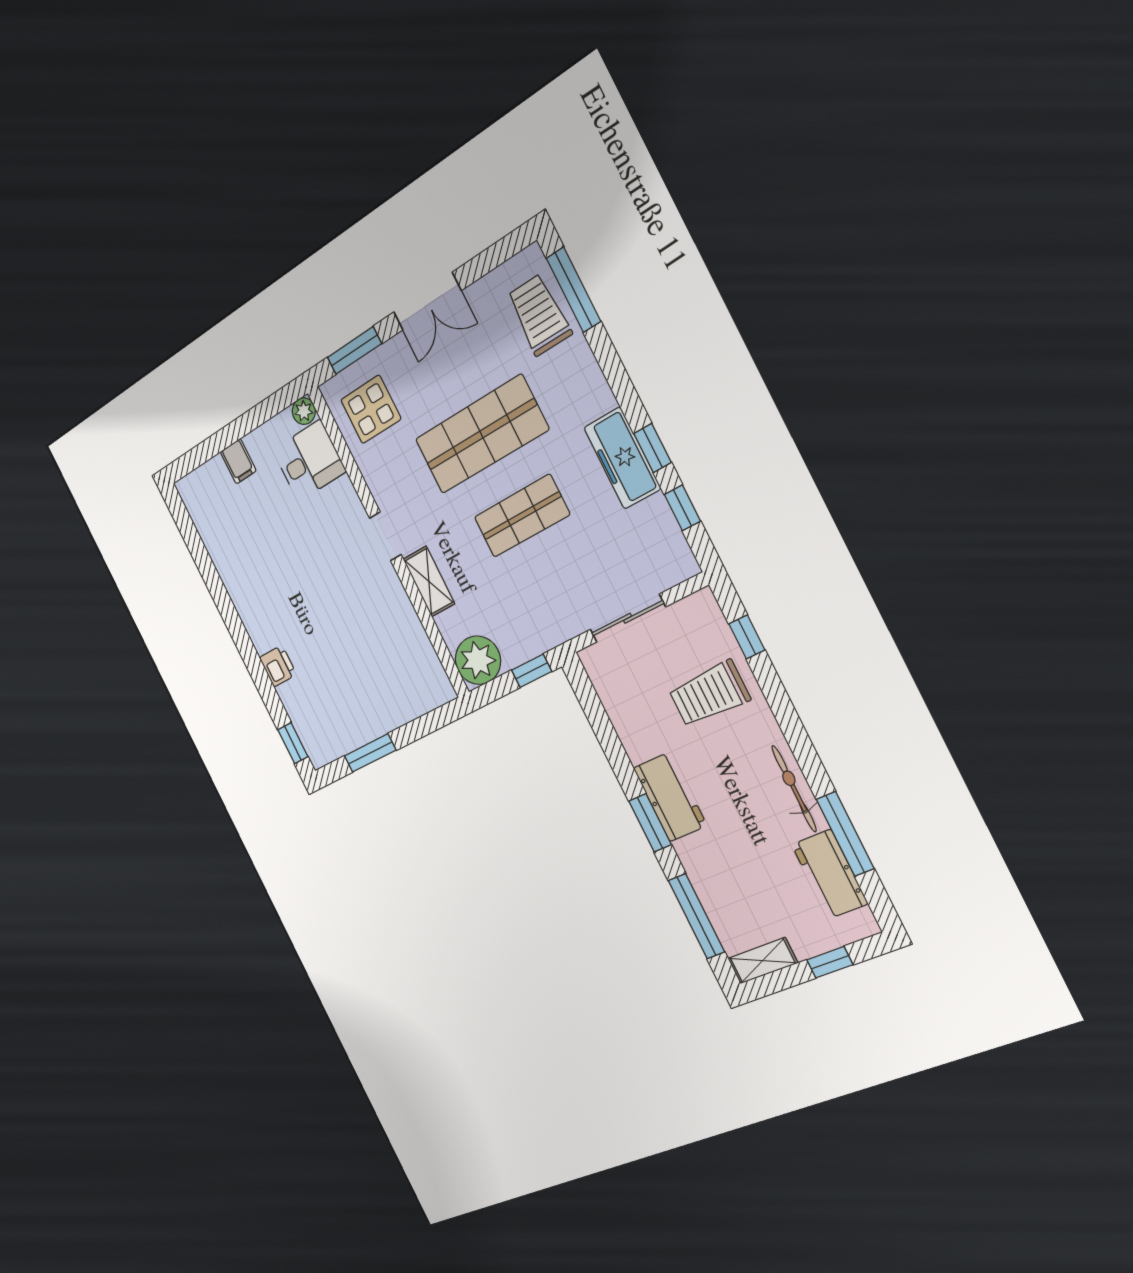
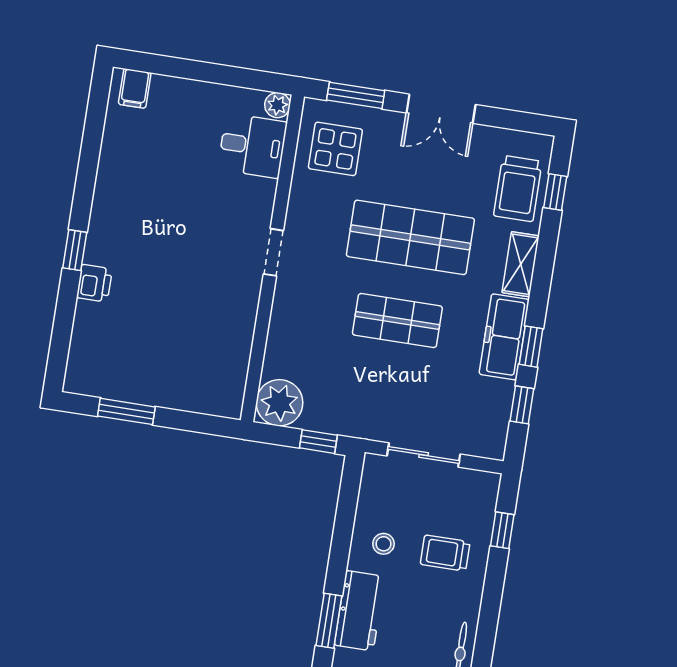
window: (574, 290) -> (555, 192), width x0.46
trolley: (539, 315) -> (518, 189), turned 180
filing cabinet: (238, 461) -> (135, 88), moved
shelving: (429, 581) -> (521, 264), moved
trolley: (709, 694) -> (445, 553), width x0.73, depth x0.72
stool: (649, 723) -> (383, 544), added
window: (293, 743) -> (75, 250), moved

